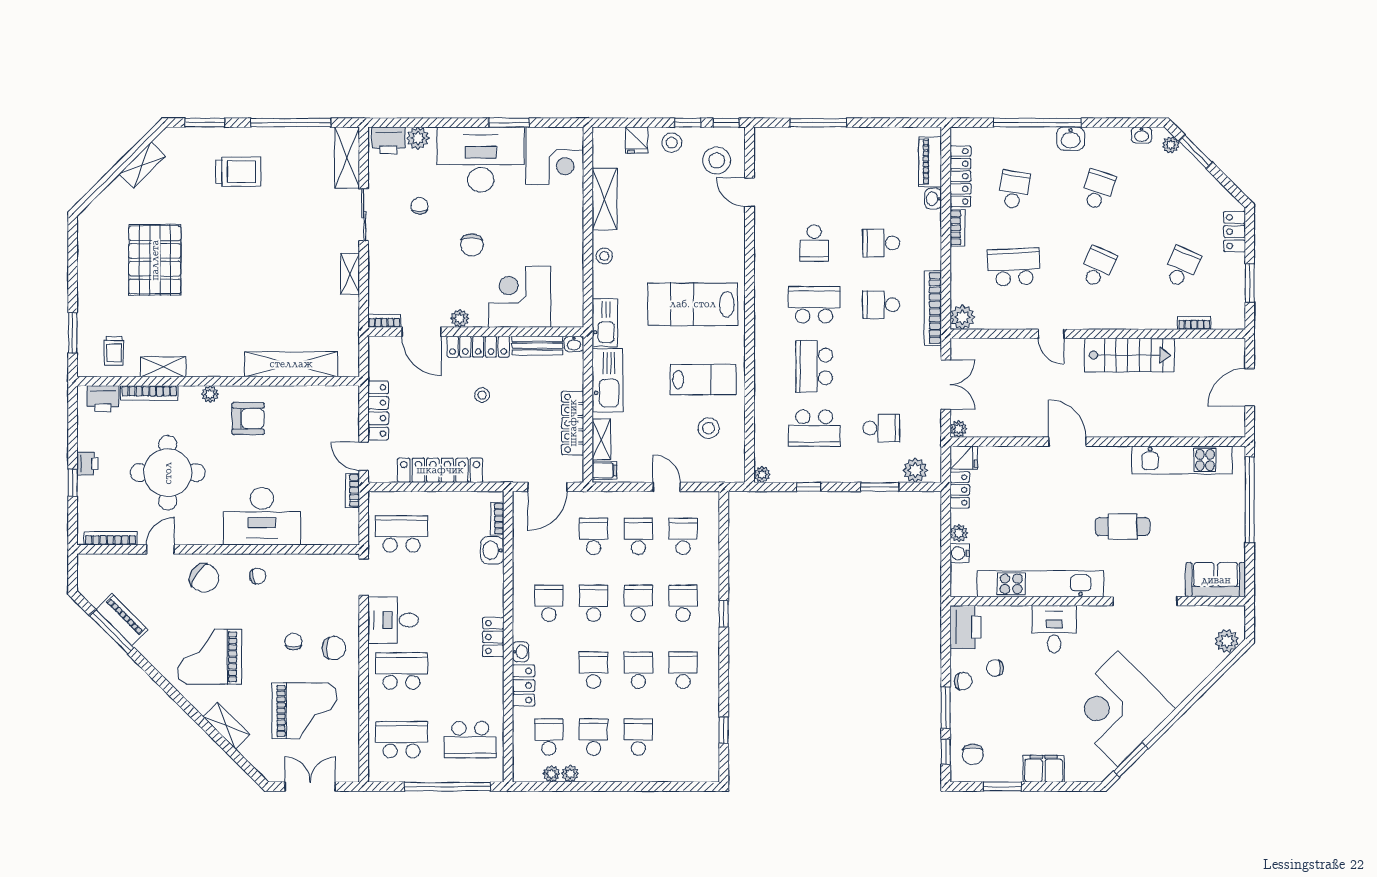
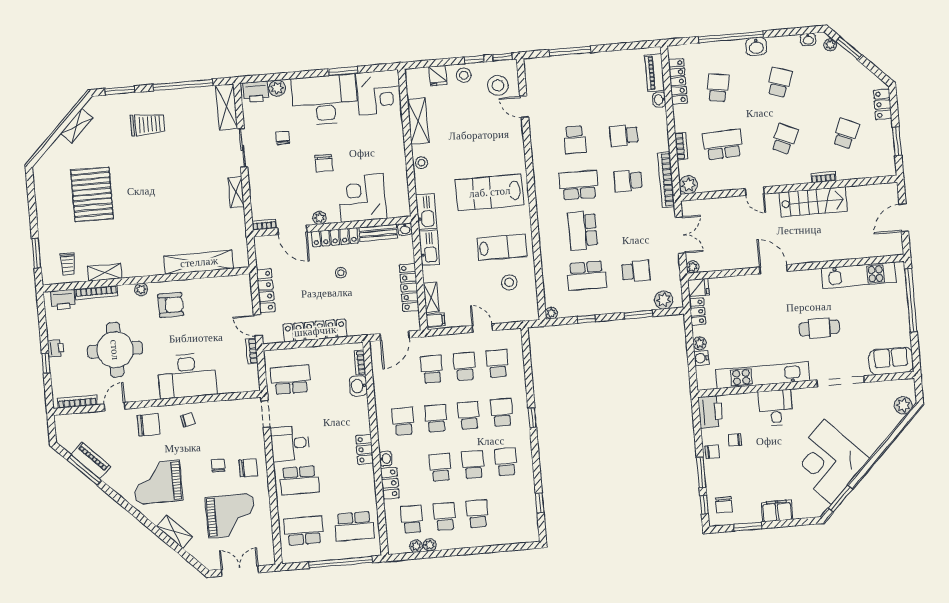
bookcase: (957, 228) -> (681, 146), moved
bookcase: (1194, 323) -> (823, 177), moved
kitchen sink: (607, 380) -> (429, 248), width x0.73, depth x0.81
chair: (204, 578) -> (149, 425), turned -35
school desk: (402, 671) -> (299, 480), turned 180

